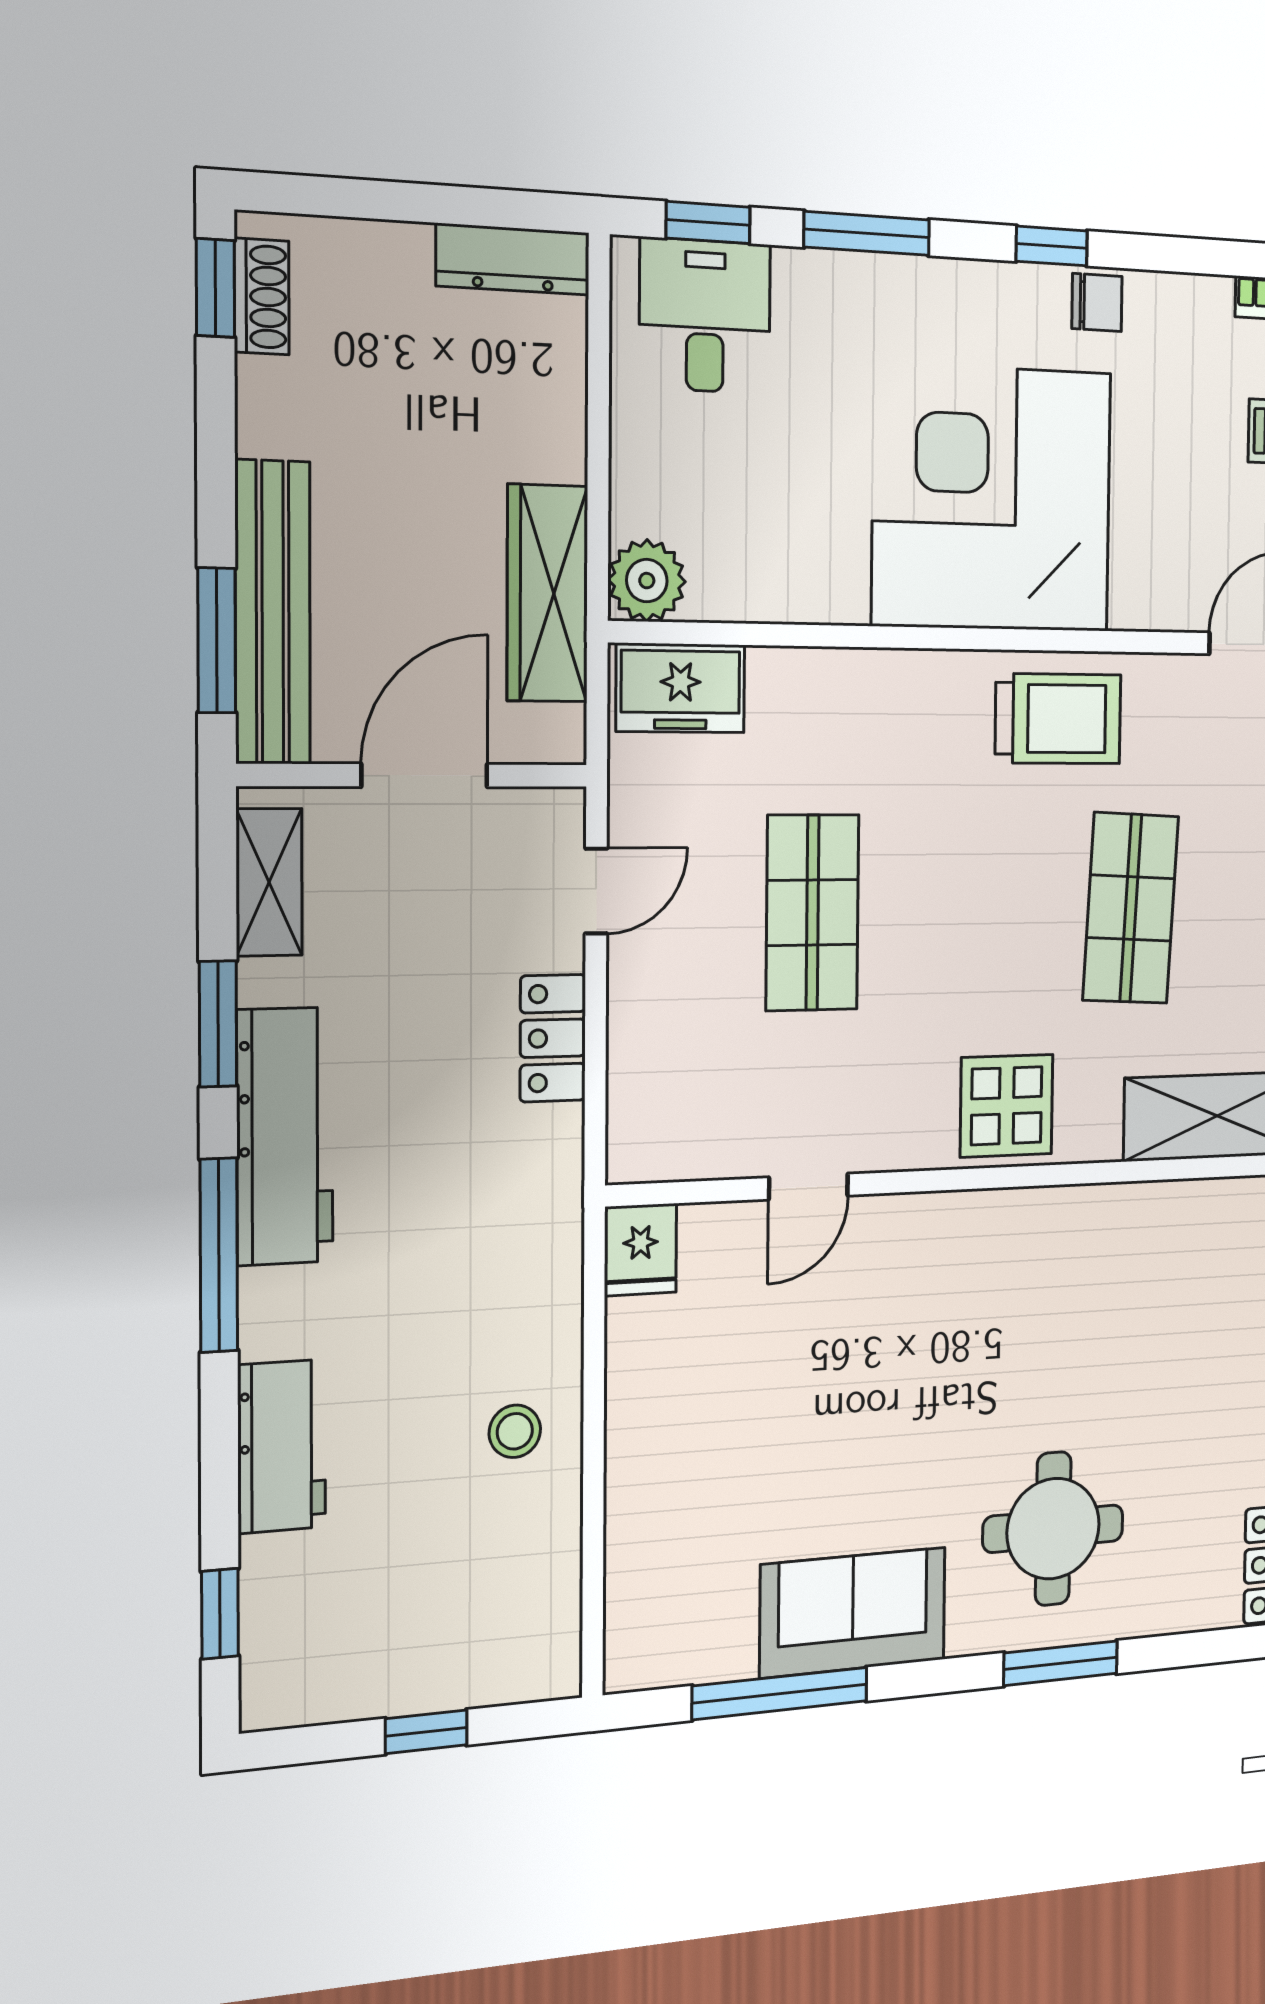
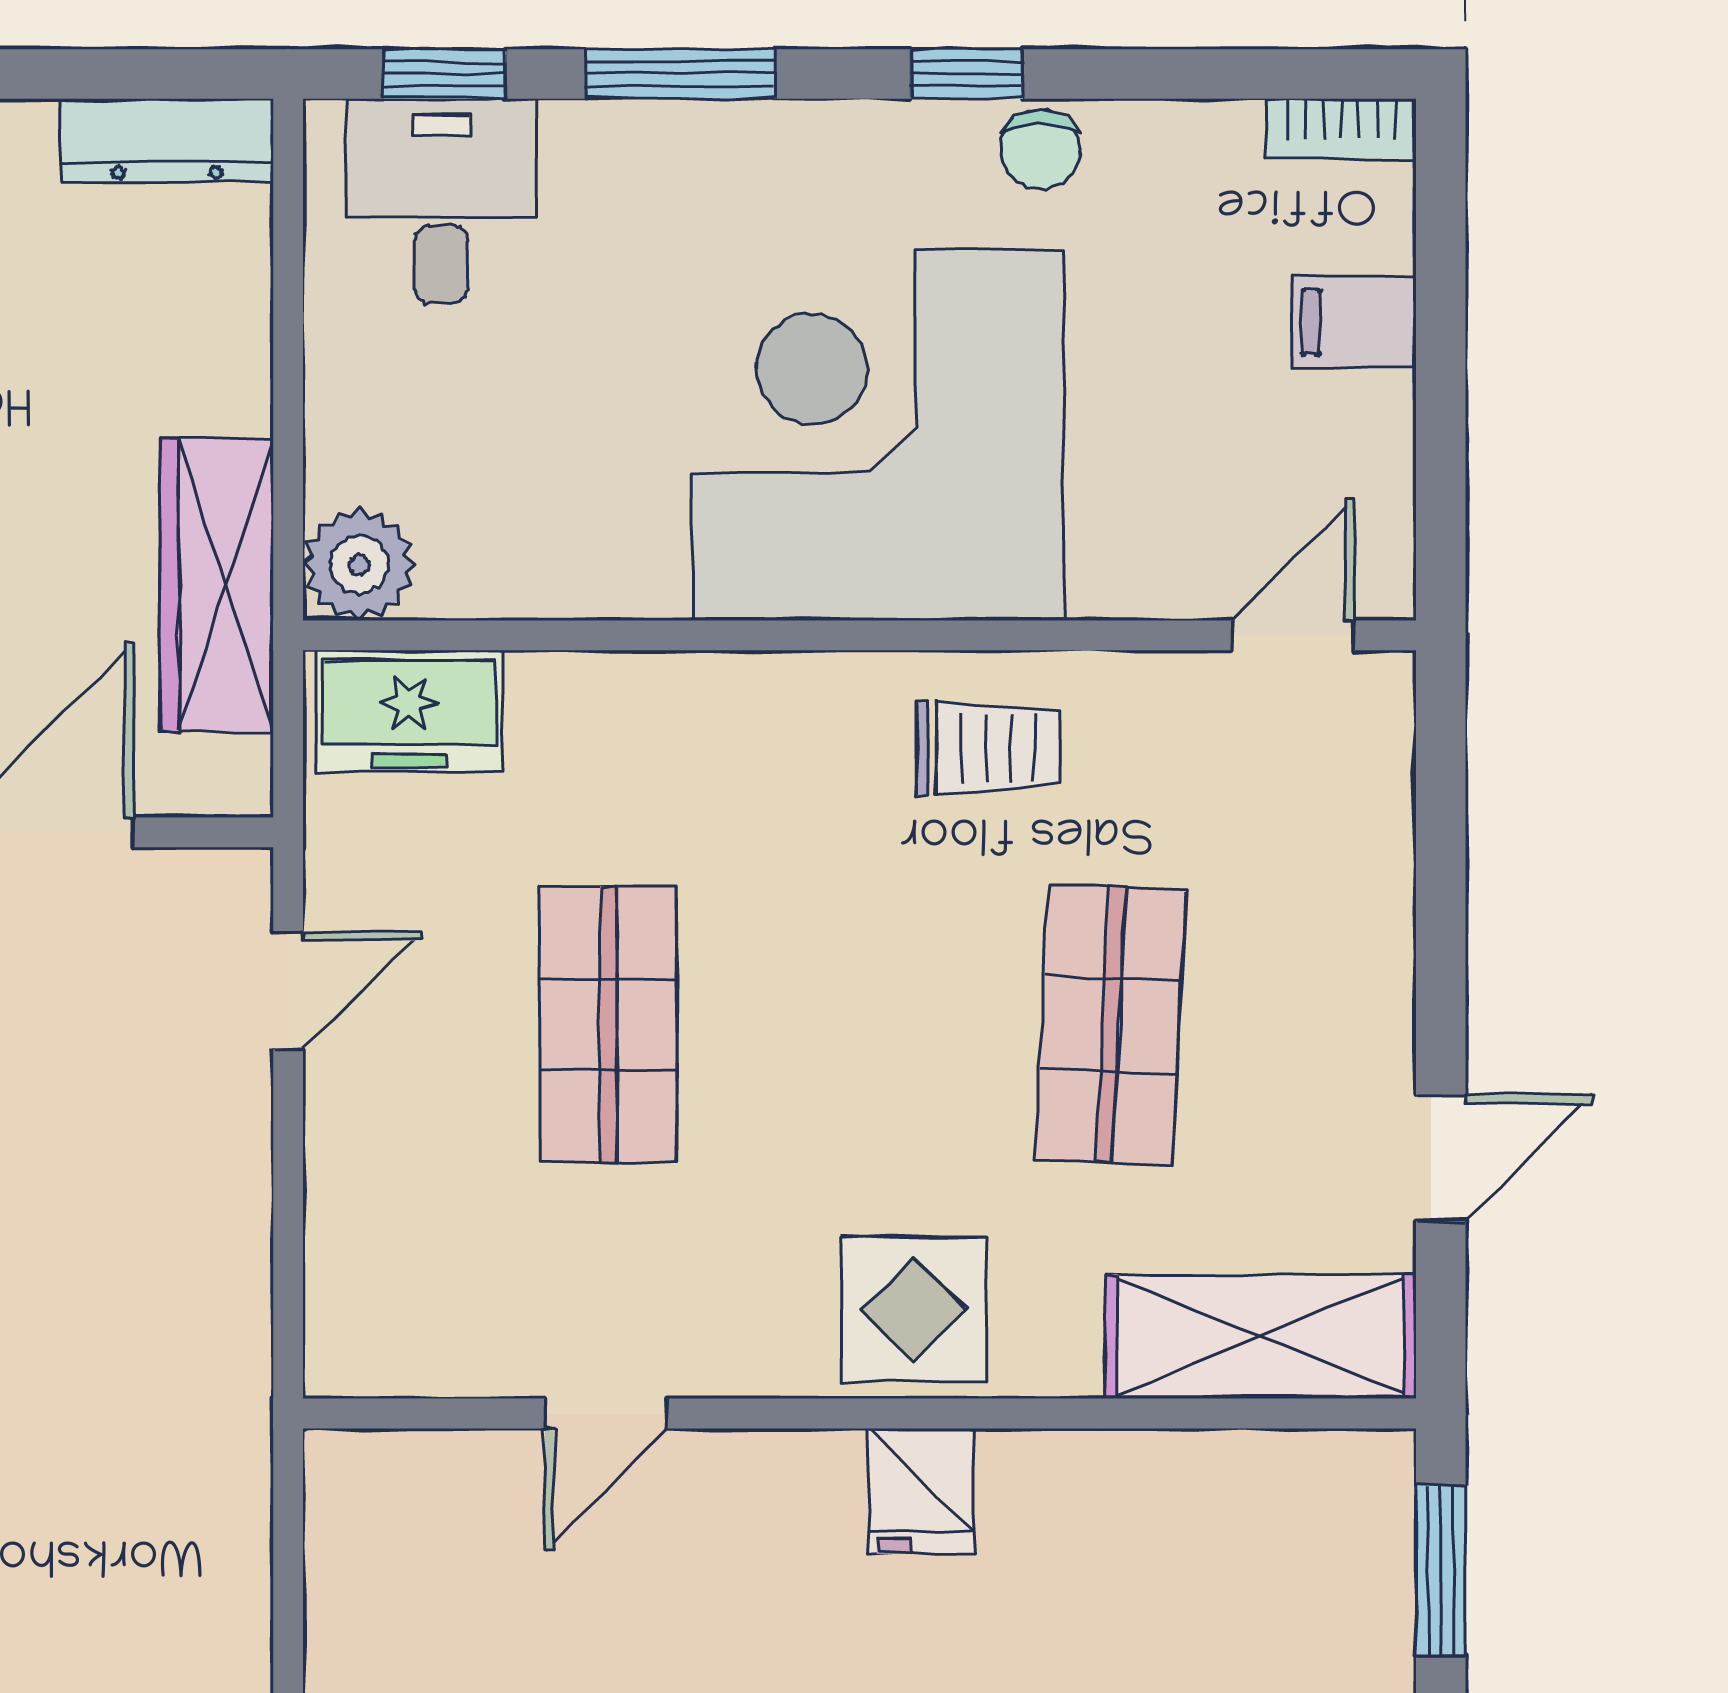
chair: (1097, 302) -> (1041, 150), turned 90
trolley: (1058, 719) -> (988, 748), width x0.73, depth x0.72
locker: (553, 1038) -> (227, 1192), removed
fridge: (641, 1250) -> (921, 1491), moved

